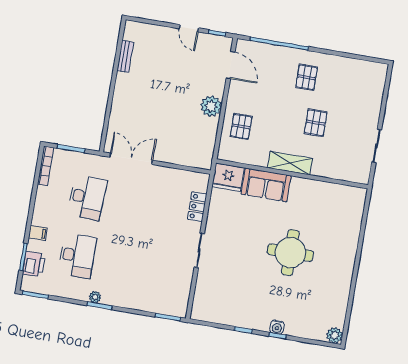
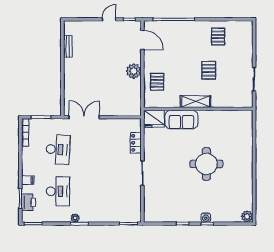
door: (189, 28) -> (109, 19), swing flipped
pallet: (307, 77) -> (218, 37), moved

